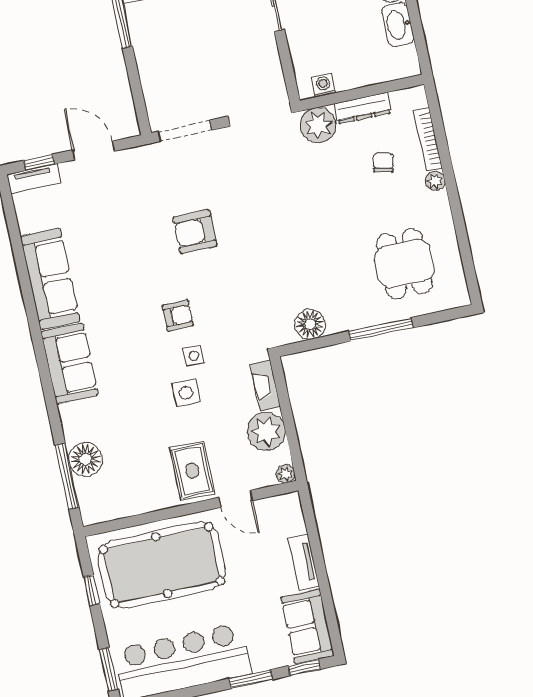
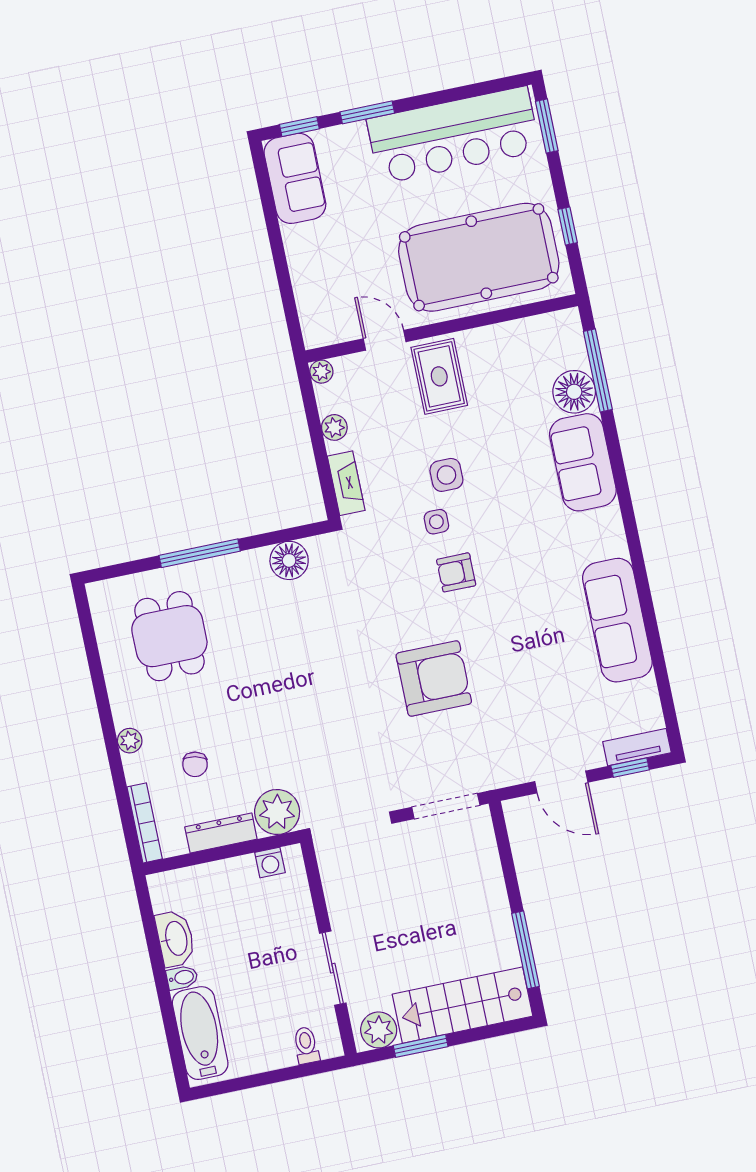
bookcase: (428, 139) -> (145, 823), moved
armchair: (195, 232) -> (434, 679), width x1.36, depth x1.36
sofa: (70, 364) -> (583, 462), moved
plant: (266, 431) -> (334, 427), width x0.53, depth x0.53
tv unit: (304, 562) -> (299, 260), removed

